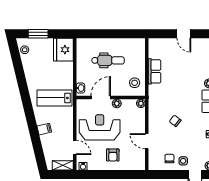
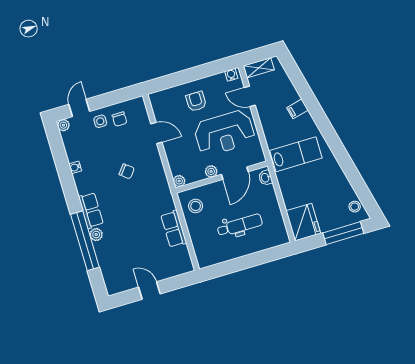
window: (38, 34) -> (343, 233), width x1.44
dental chair: (108, 60) -> (240, 225), turned 180

